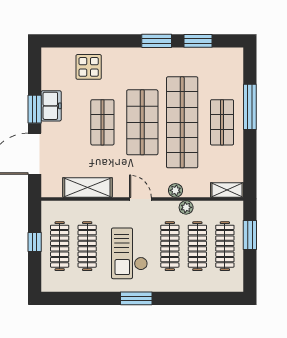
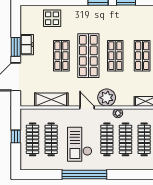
shop shelf: (182, 122) -> (115, 56), width x0.50, depth x0.74
plant: (175, 190) -> (107, 98), width x1.88, depth x1.88
window: (136, 298) -> (84, 175), width x2.11

